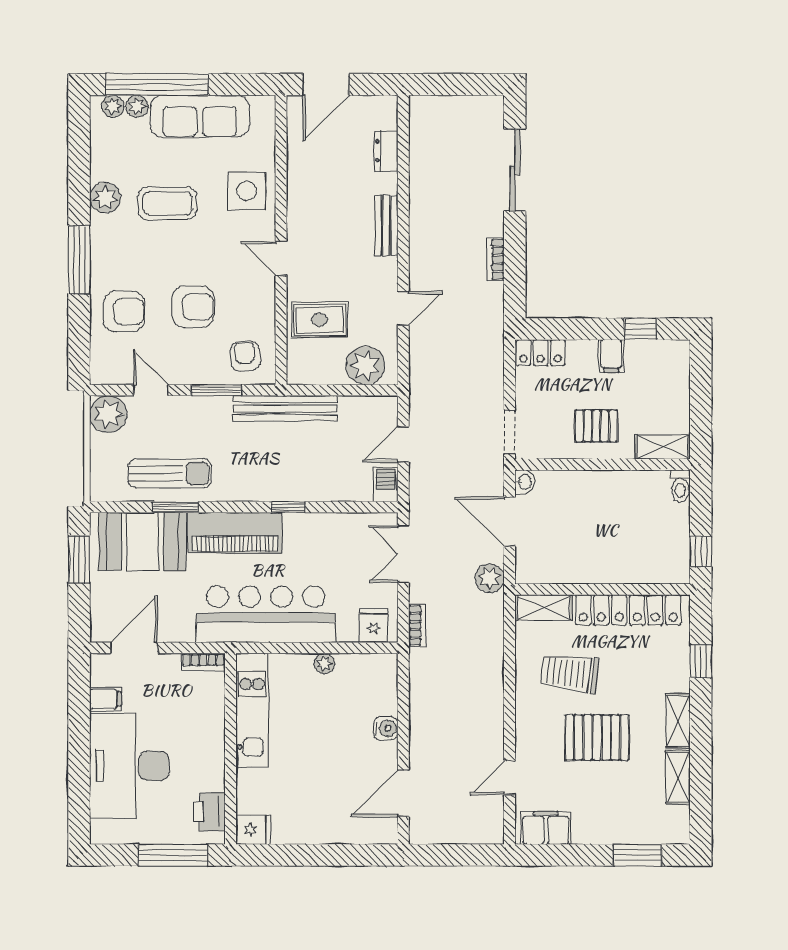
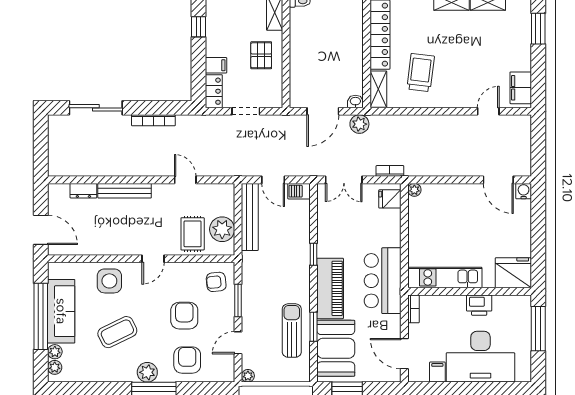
window: (157, 85) -> (41, 316), moved
plant: (105, 198) -> (147, 372), moved
coffee table: (167, 203) -> (117, 332), turned 64
bench: (386, 225) -> (125, 191), width x1.36
bookcase: (496, 259) -> (153, 120), width x1.56
filing cabinet: (611, 356) -> (216, 65), moved
plant: (365, 366) -> (222, 229), moved
bench: (285, 408) -> (250, 217), moved
plant: (108, 414) -> (248, 376), width x0.53, depth x0.53
doorway: (510, 432) -> (246, 111), moved
washbasin: (525, 482) -> (355, 102), moved
bar counter: (266, 614) -> (383, 281), width x0.73
plant: (324, 663) -> (414, 190), moved
trolley: (569, 673) -> (421, 73), turned 180
water cooler: (386, 728) -> (524, 191), moved
pallet: (597, 738) -> (462, 55), removed
door: (510, 778) -> (488, 111), swing flipped
printer: (209, 812) -> (479, 305), moved
fridge: (253, 830) -> (513, 273), width x1.88, depth x1.34

